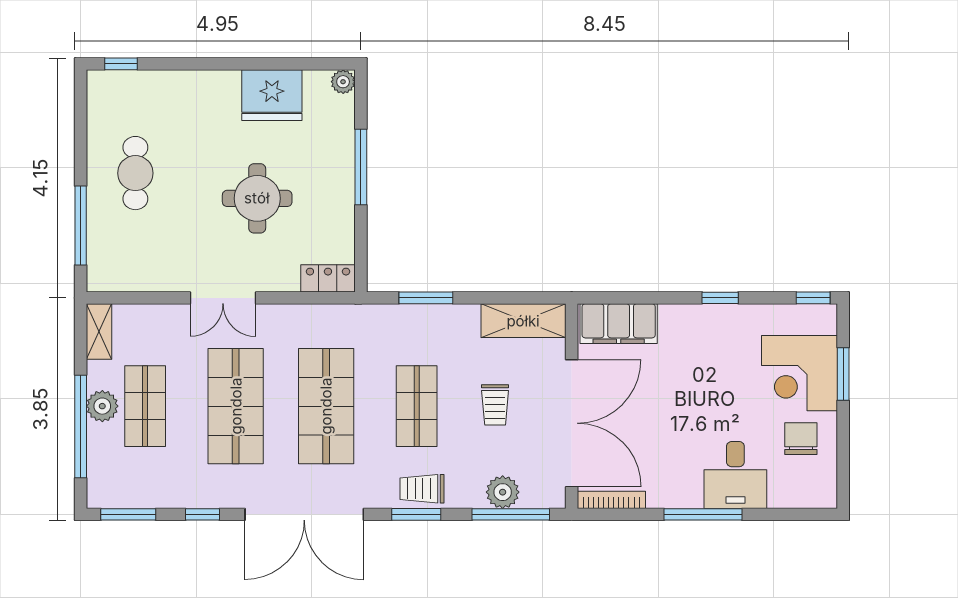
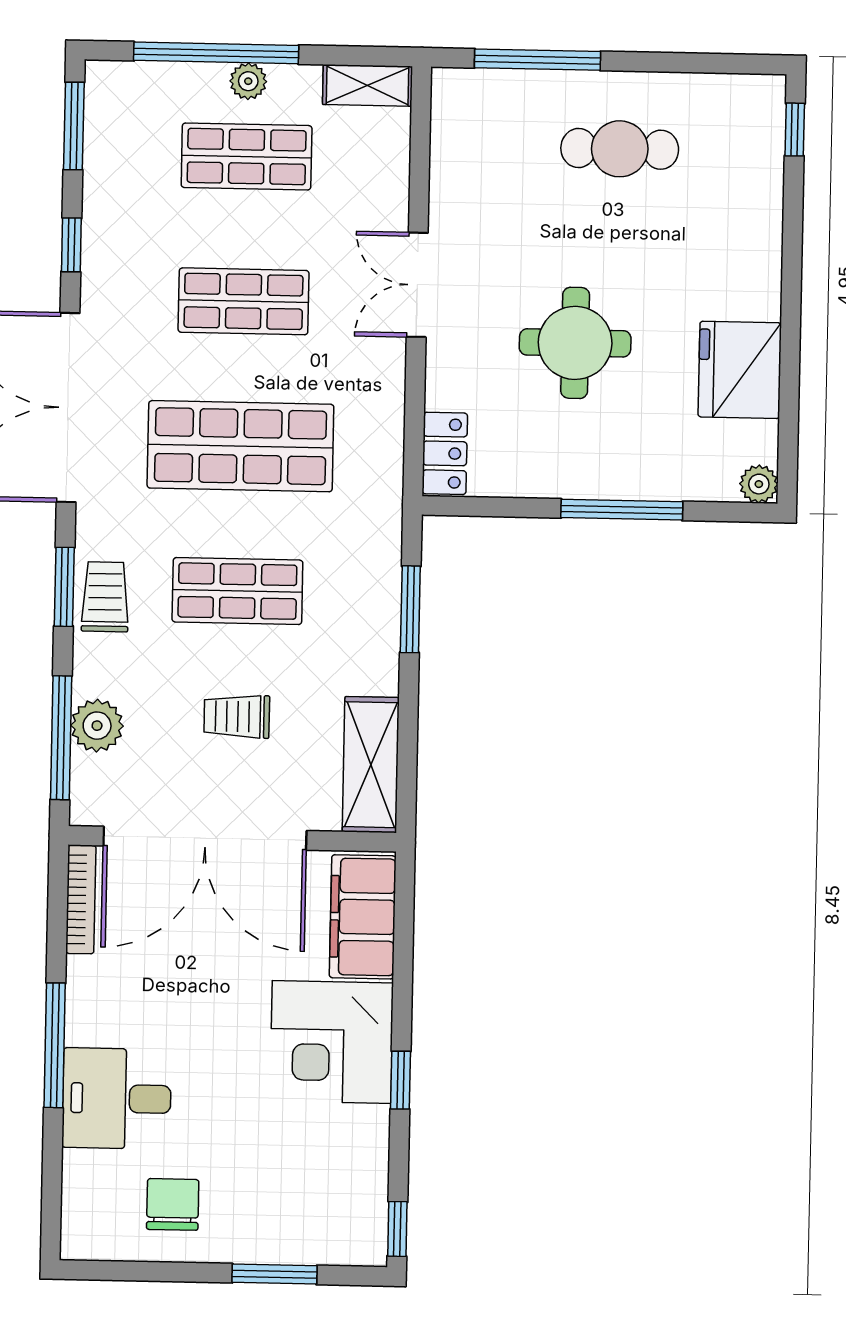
corner desk: (799, 373) -> (332, 1042), moved, turned -90
plant: (102, 406) -> (248, 81), width x0.73, depth x0.73
shop shelf: (236, 406) -> (244, 301), width x0.70, depth x0.74
chair: (801, 439) -> (173, 1204), turned -90

